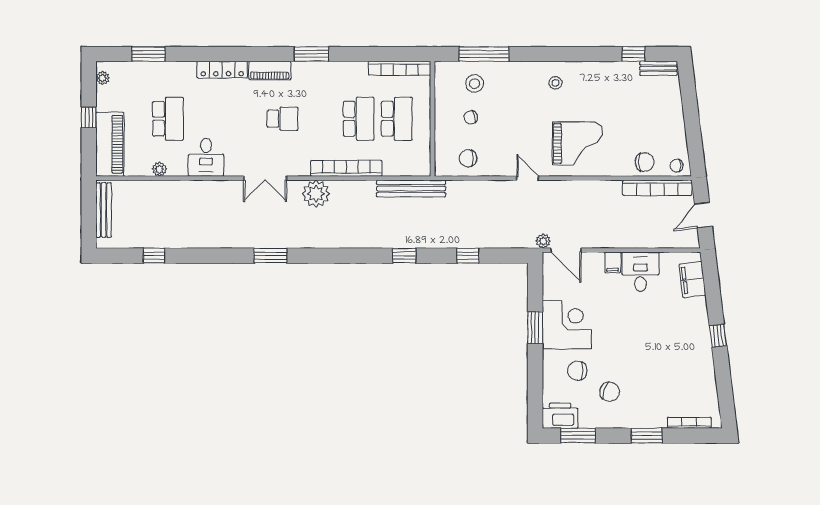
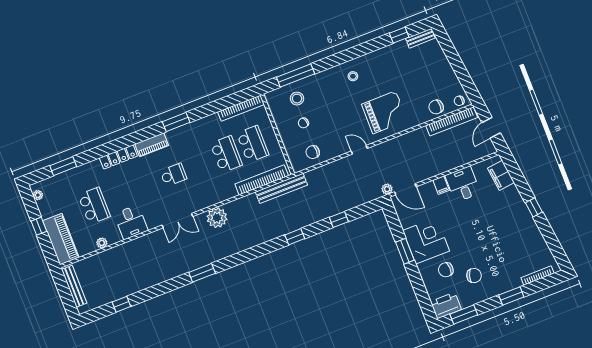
chair: (645, 162) -> (436, 107), turned 180
bookcase: (346, 168) -> (262, 180), moved

